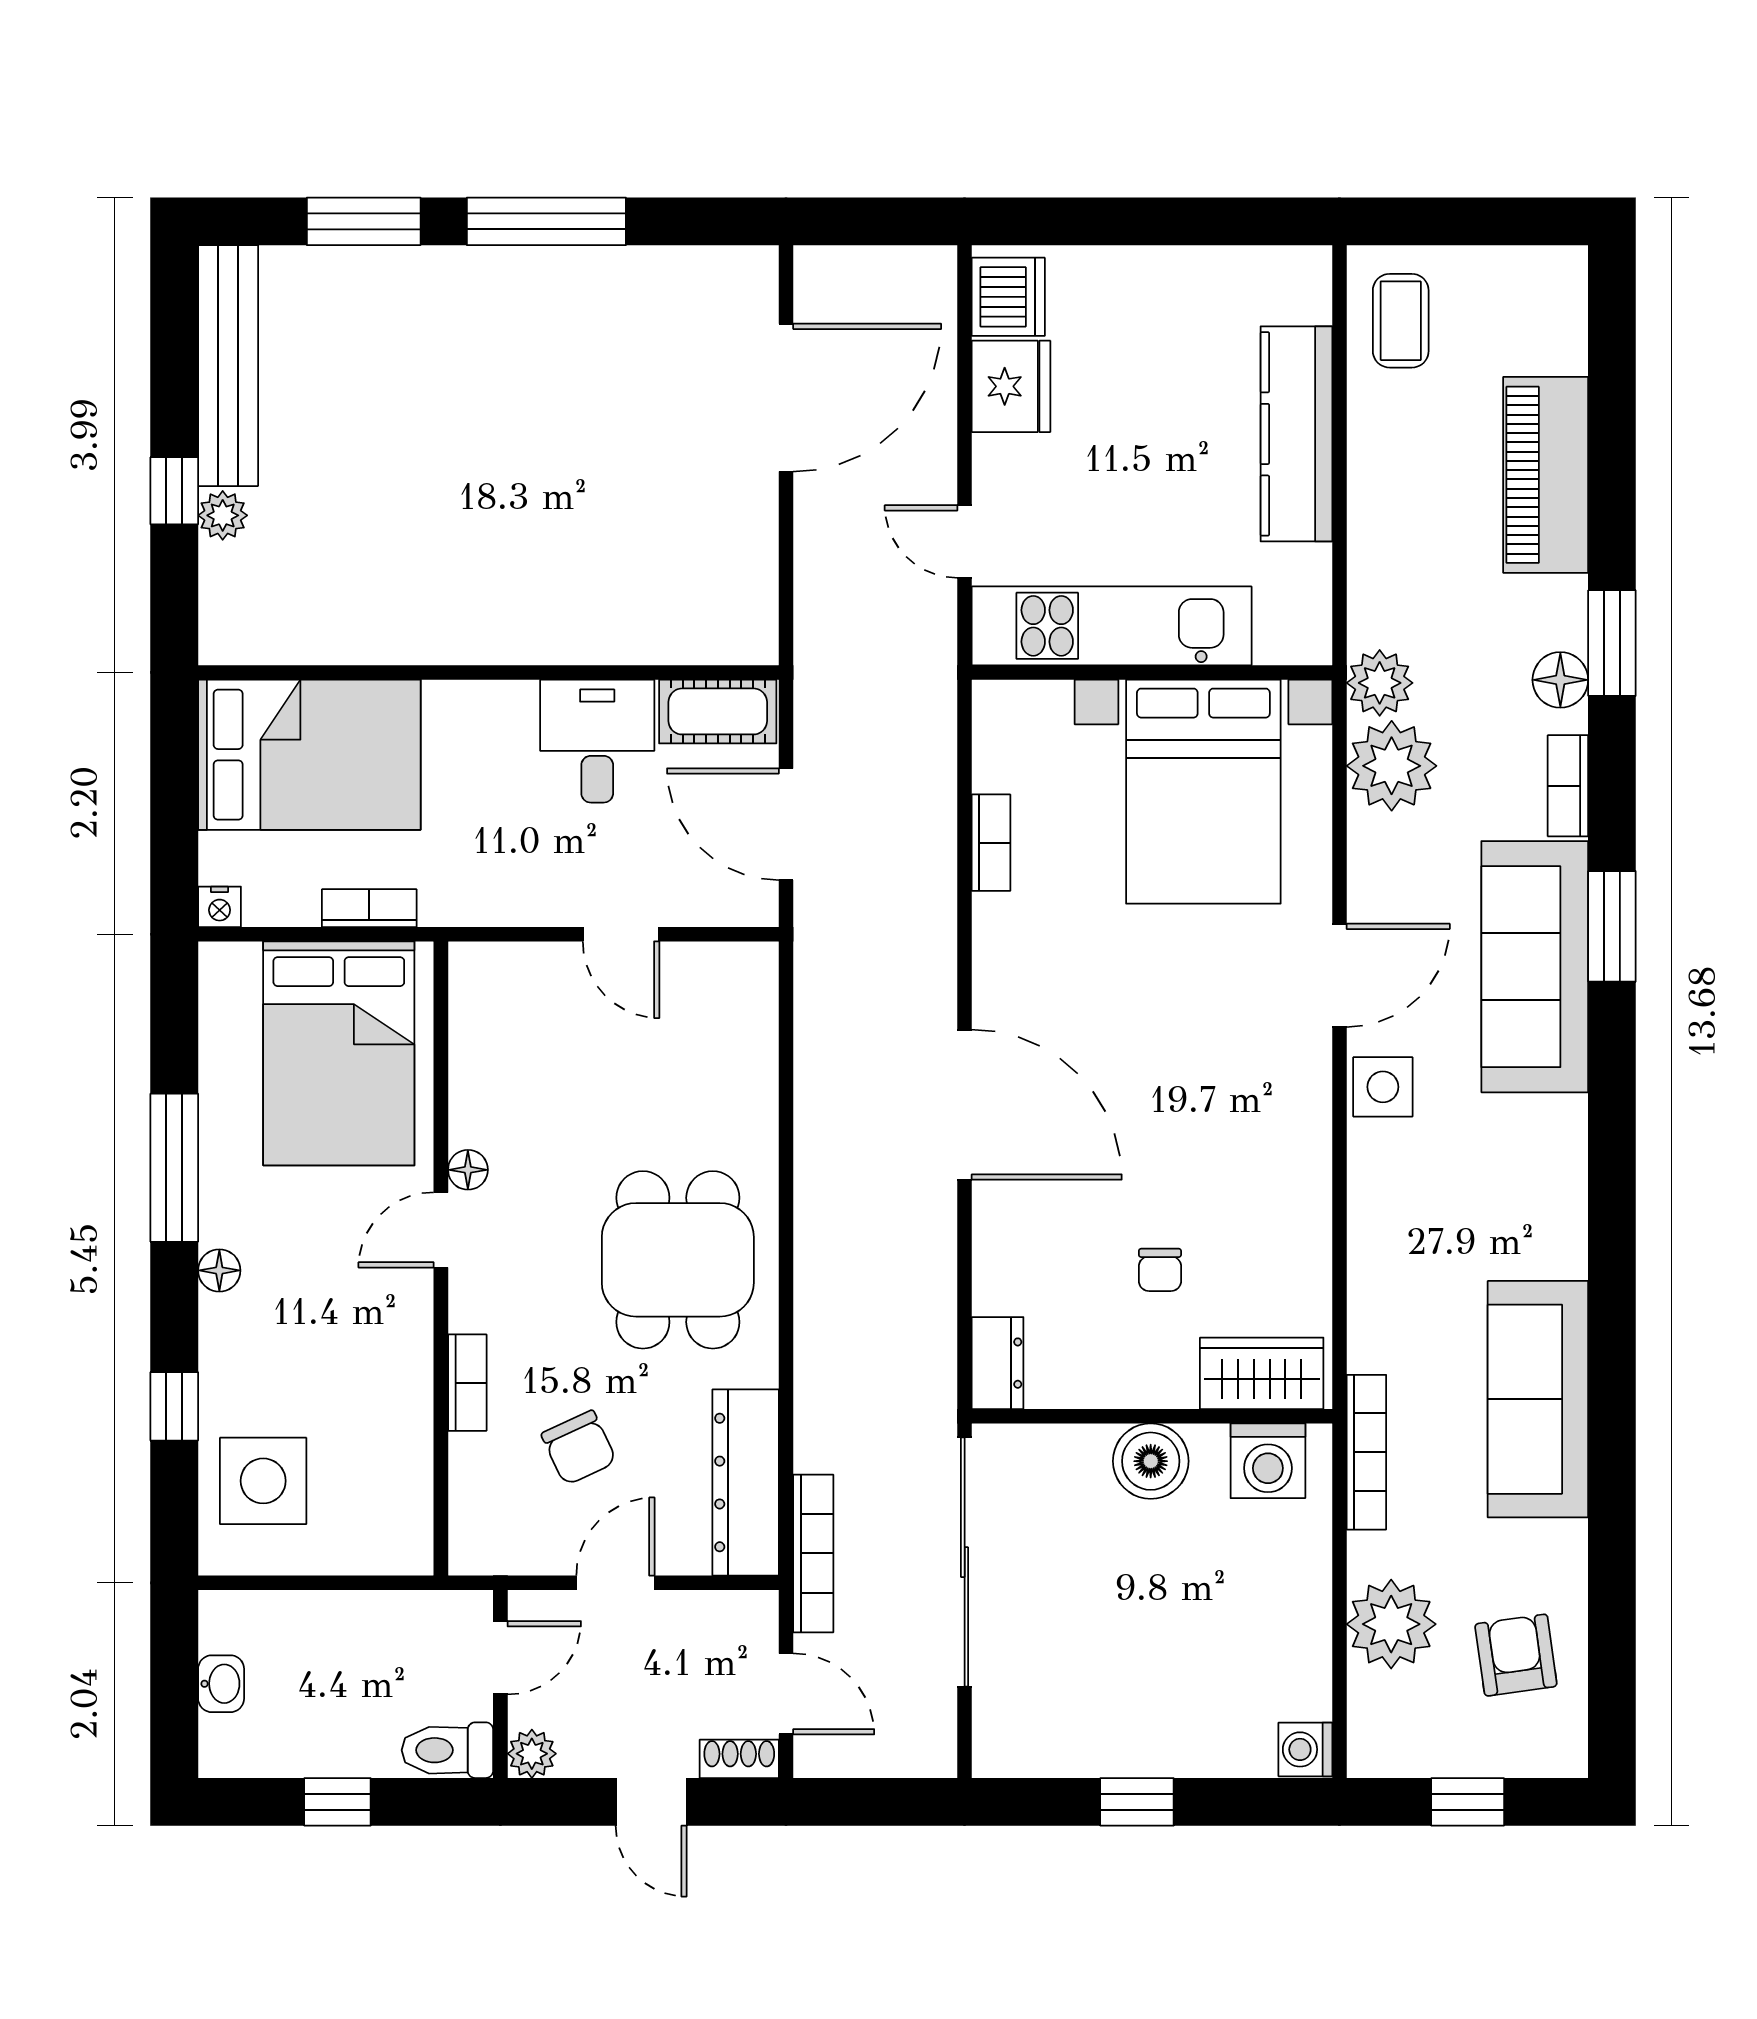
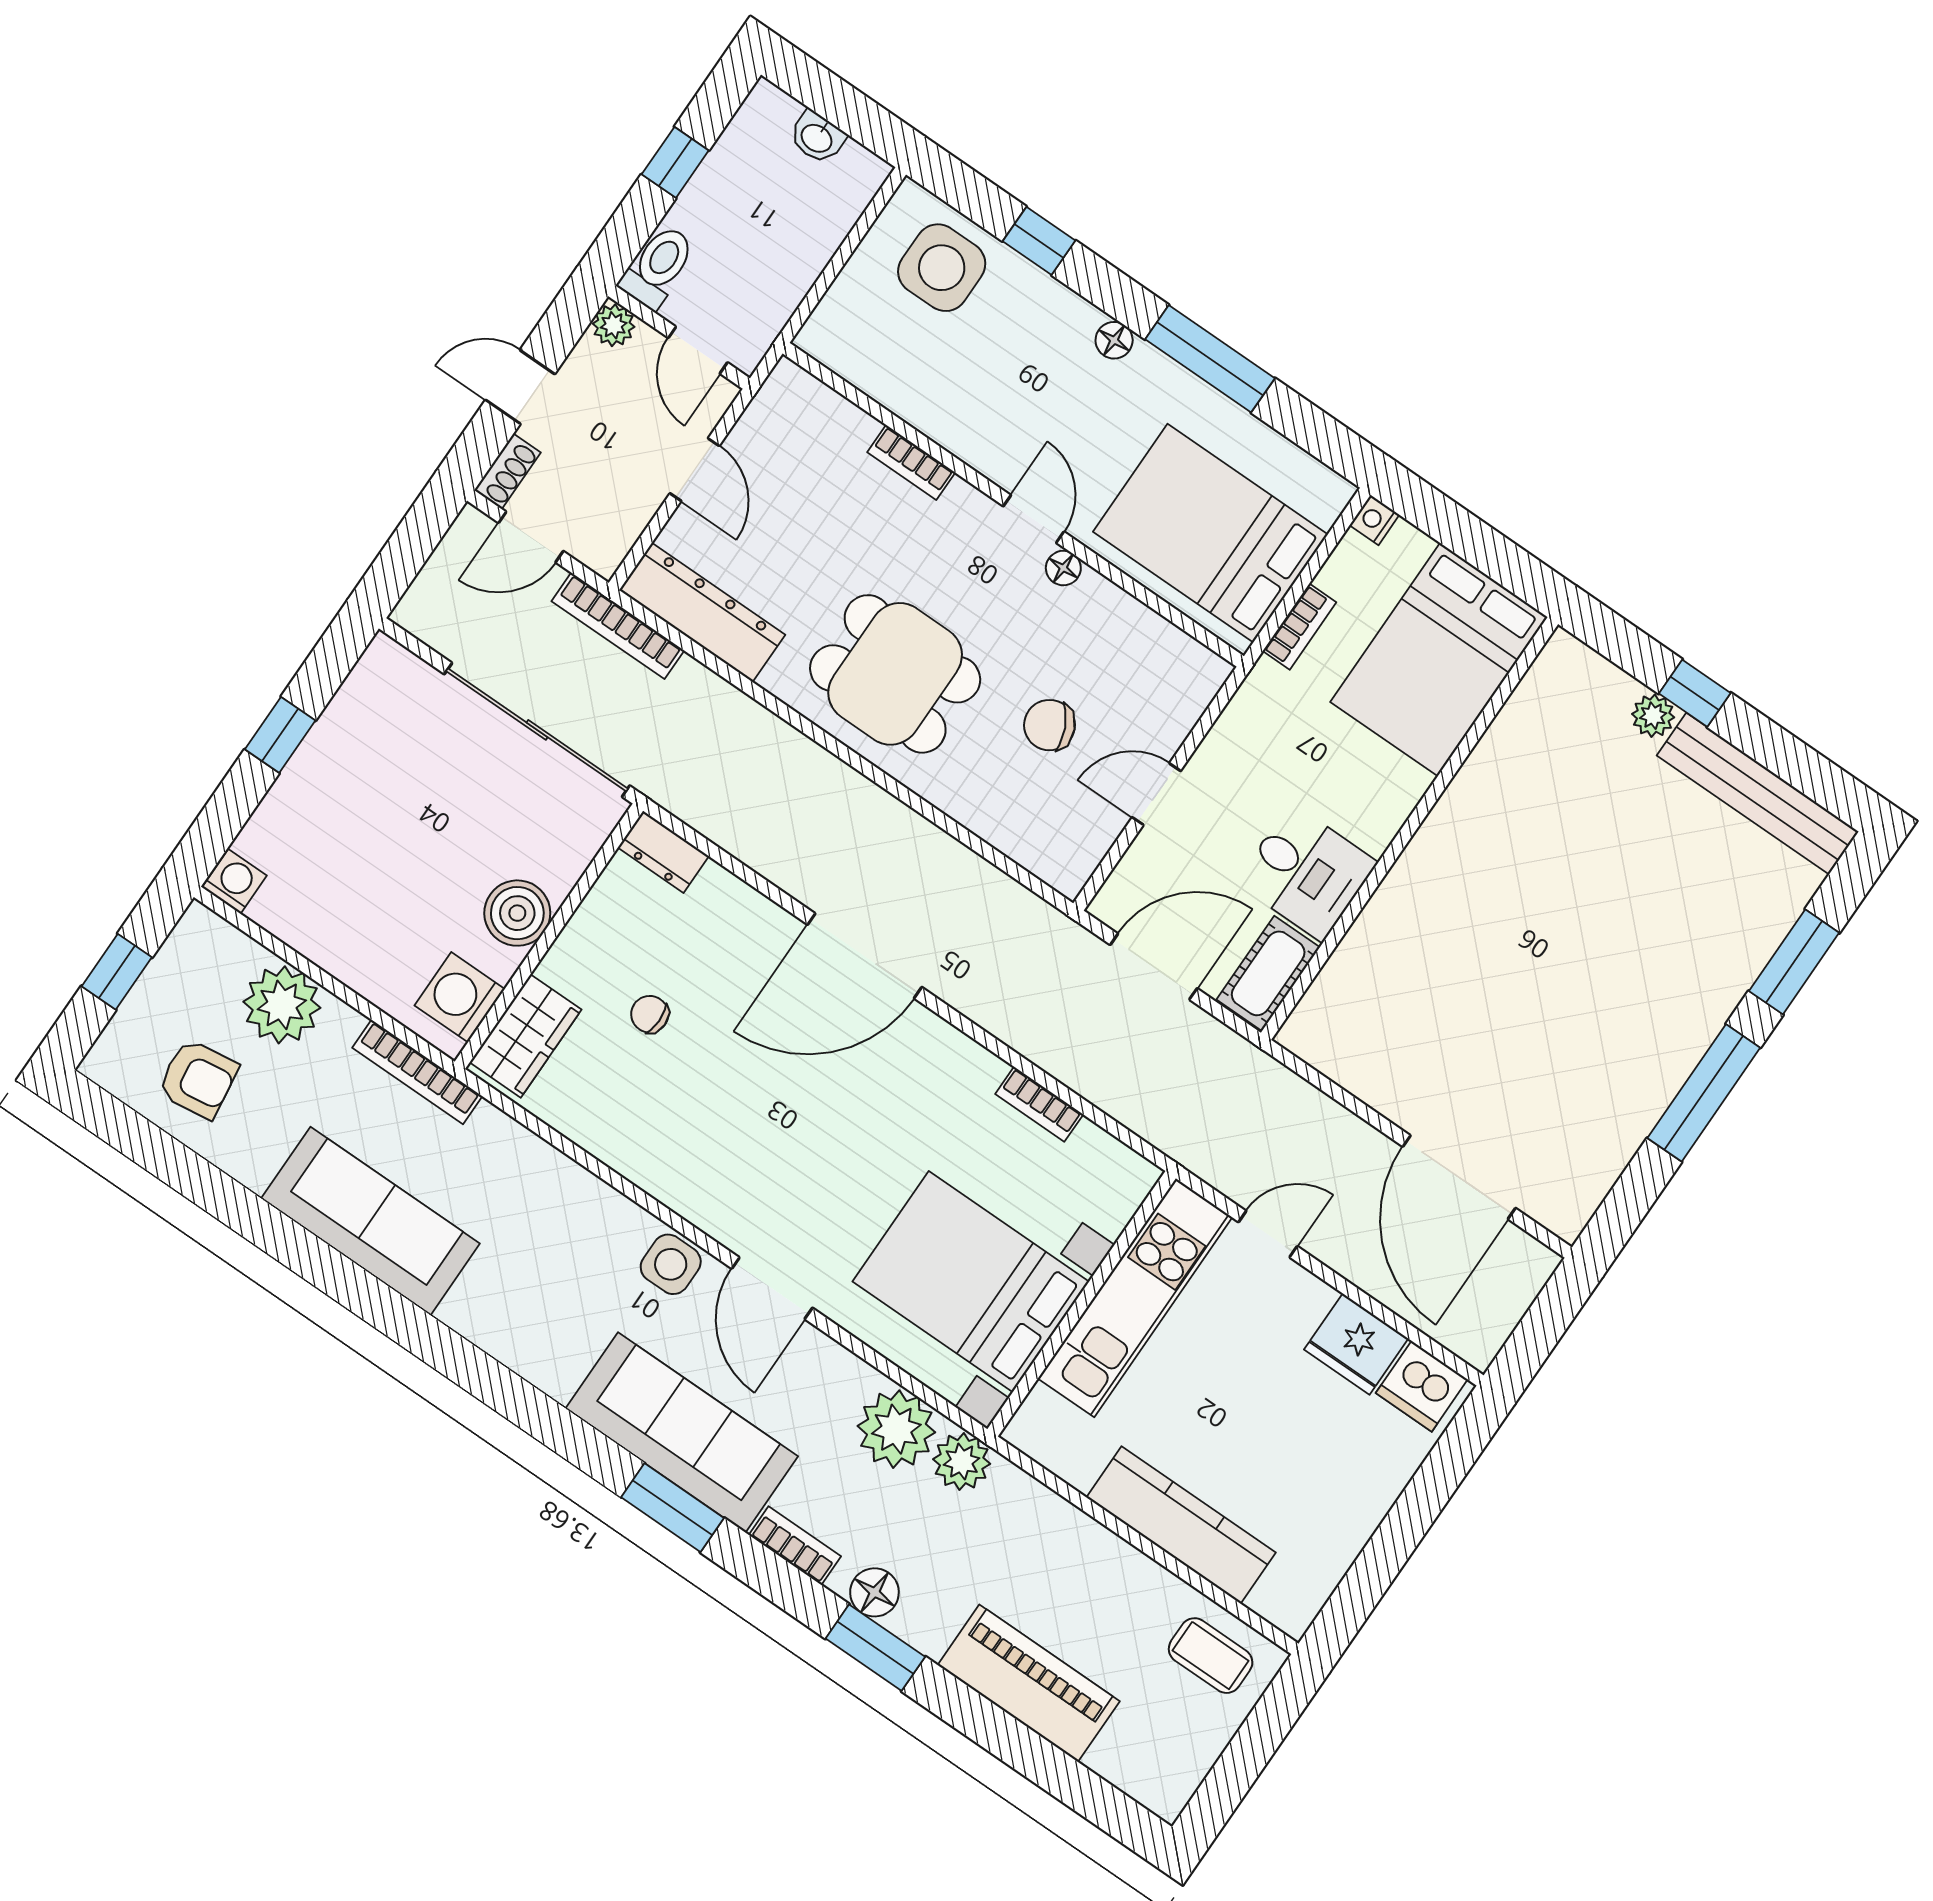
chair: (579, 1448) -> (1050, 725), moved

